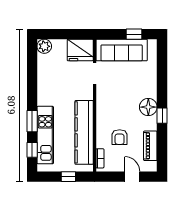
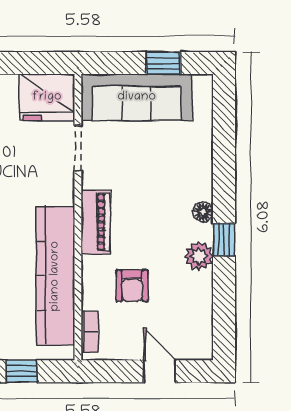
floor lamp: (148, 107) -> (203, 212), width x0.53, depth x0.53
plant: (150, 123) -> (199, 256), added
piano: (150, 146) -> (96, 222), moved, turned 180

